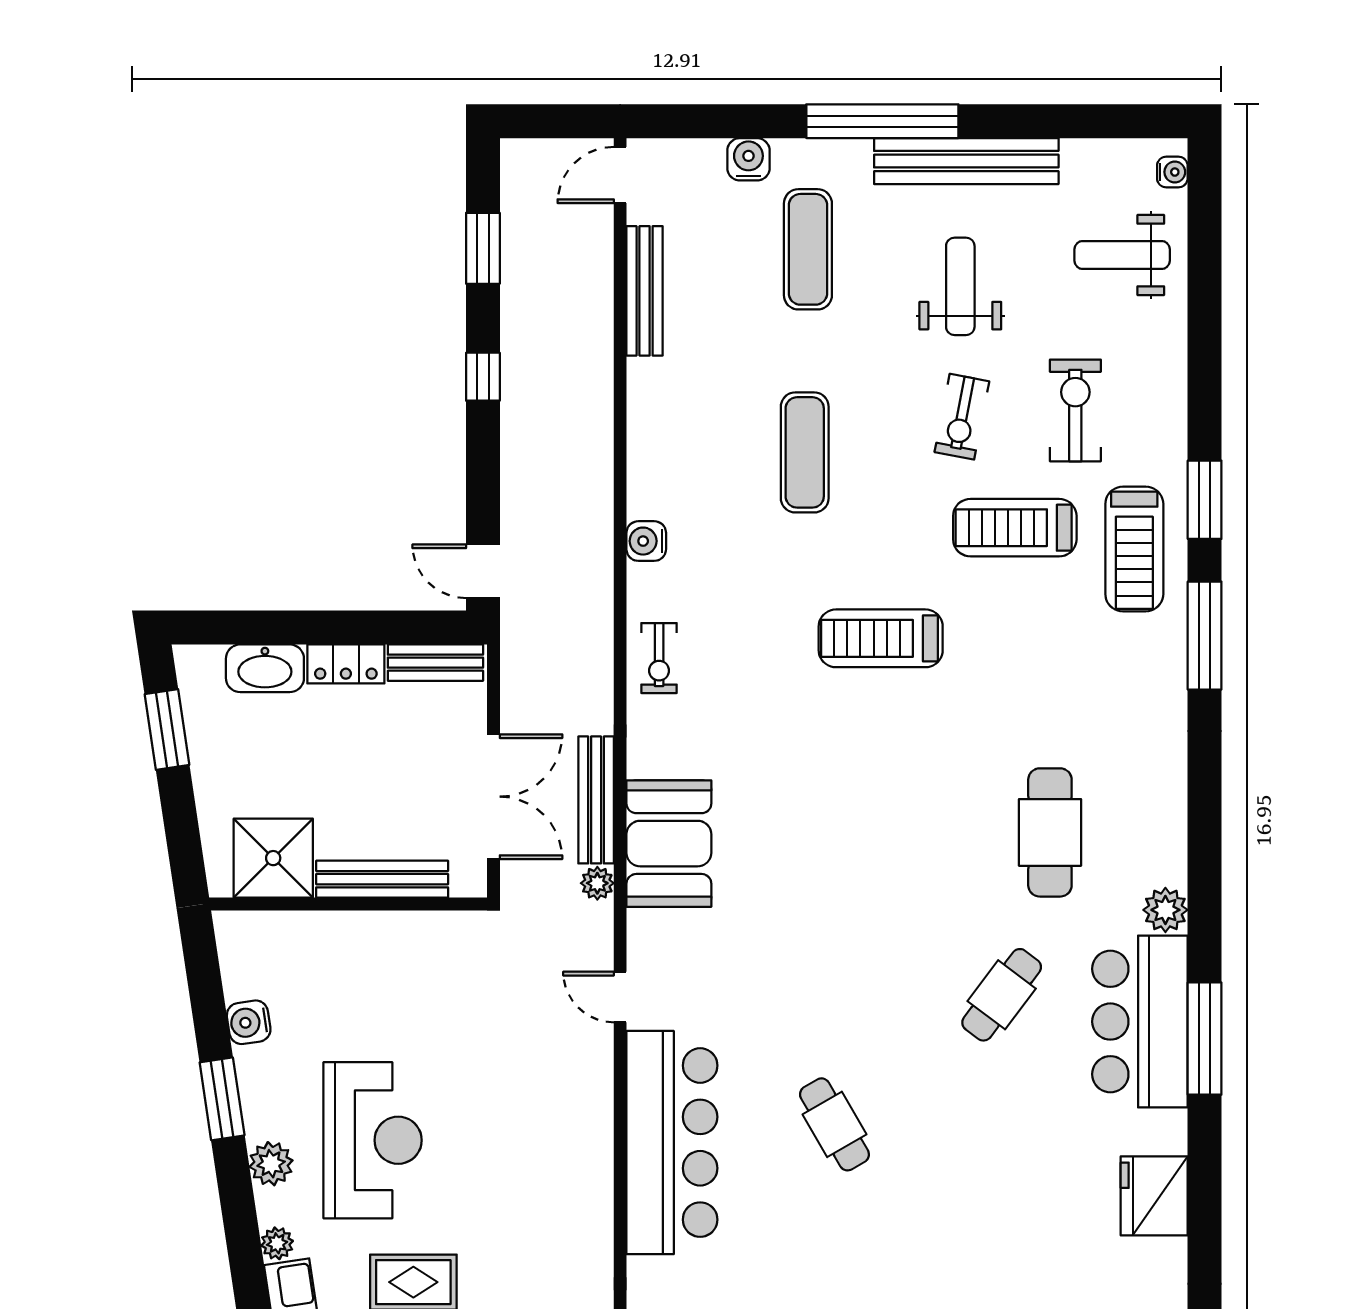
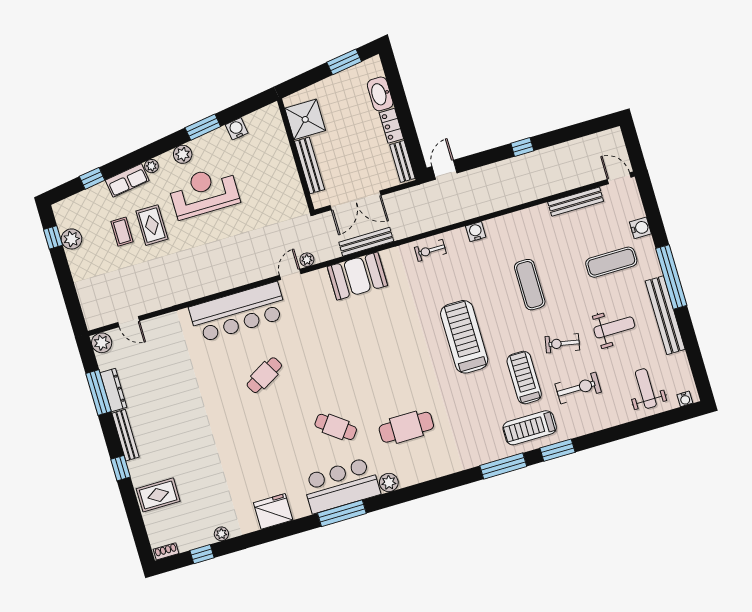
window: (483, 248) -> (574, 132), removed
exercise mat: (805, 452) -> (530, 285), turned 90
treadmill: (881, 638) -> (464, 337), width x1.37, depth x1.38
plant: (597, 883) -> (307, 260), moved
reception desk: (373, 1140) -> (204, 192), turned 180

